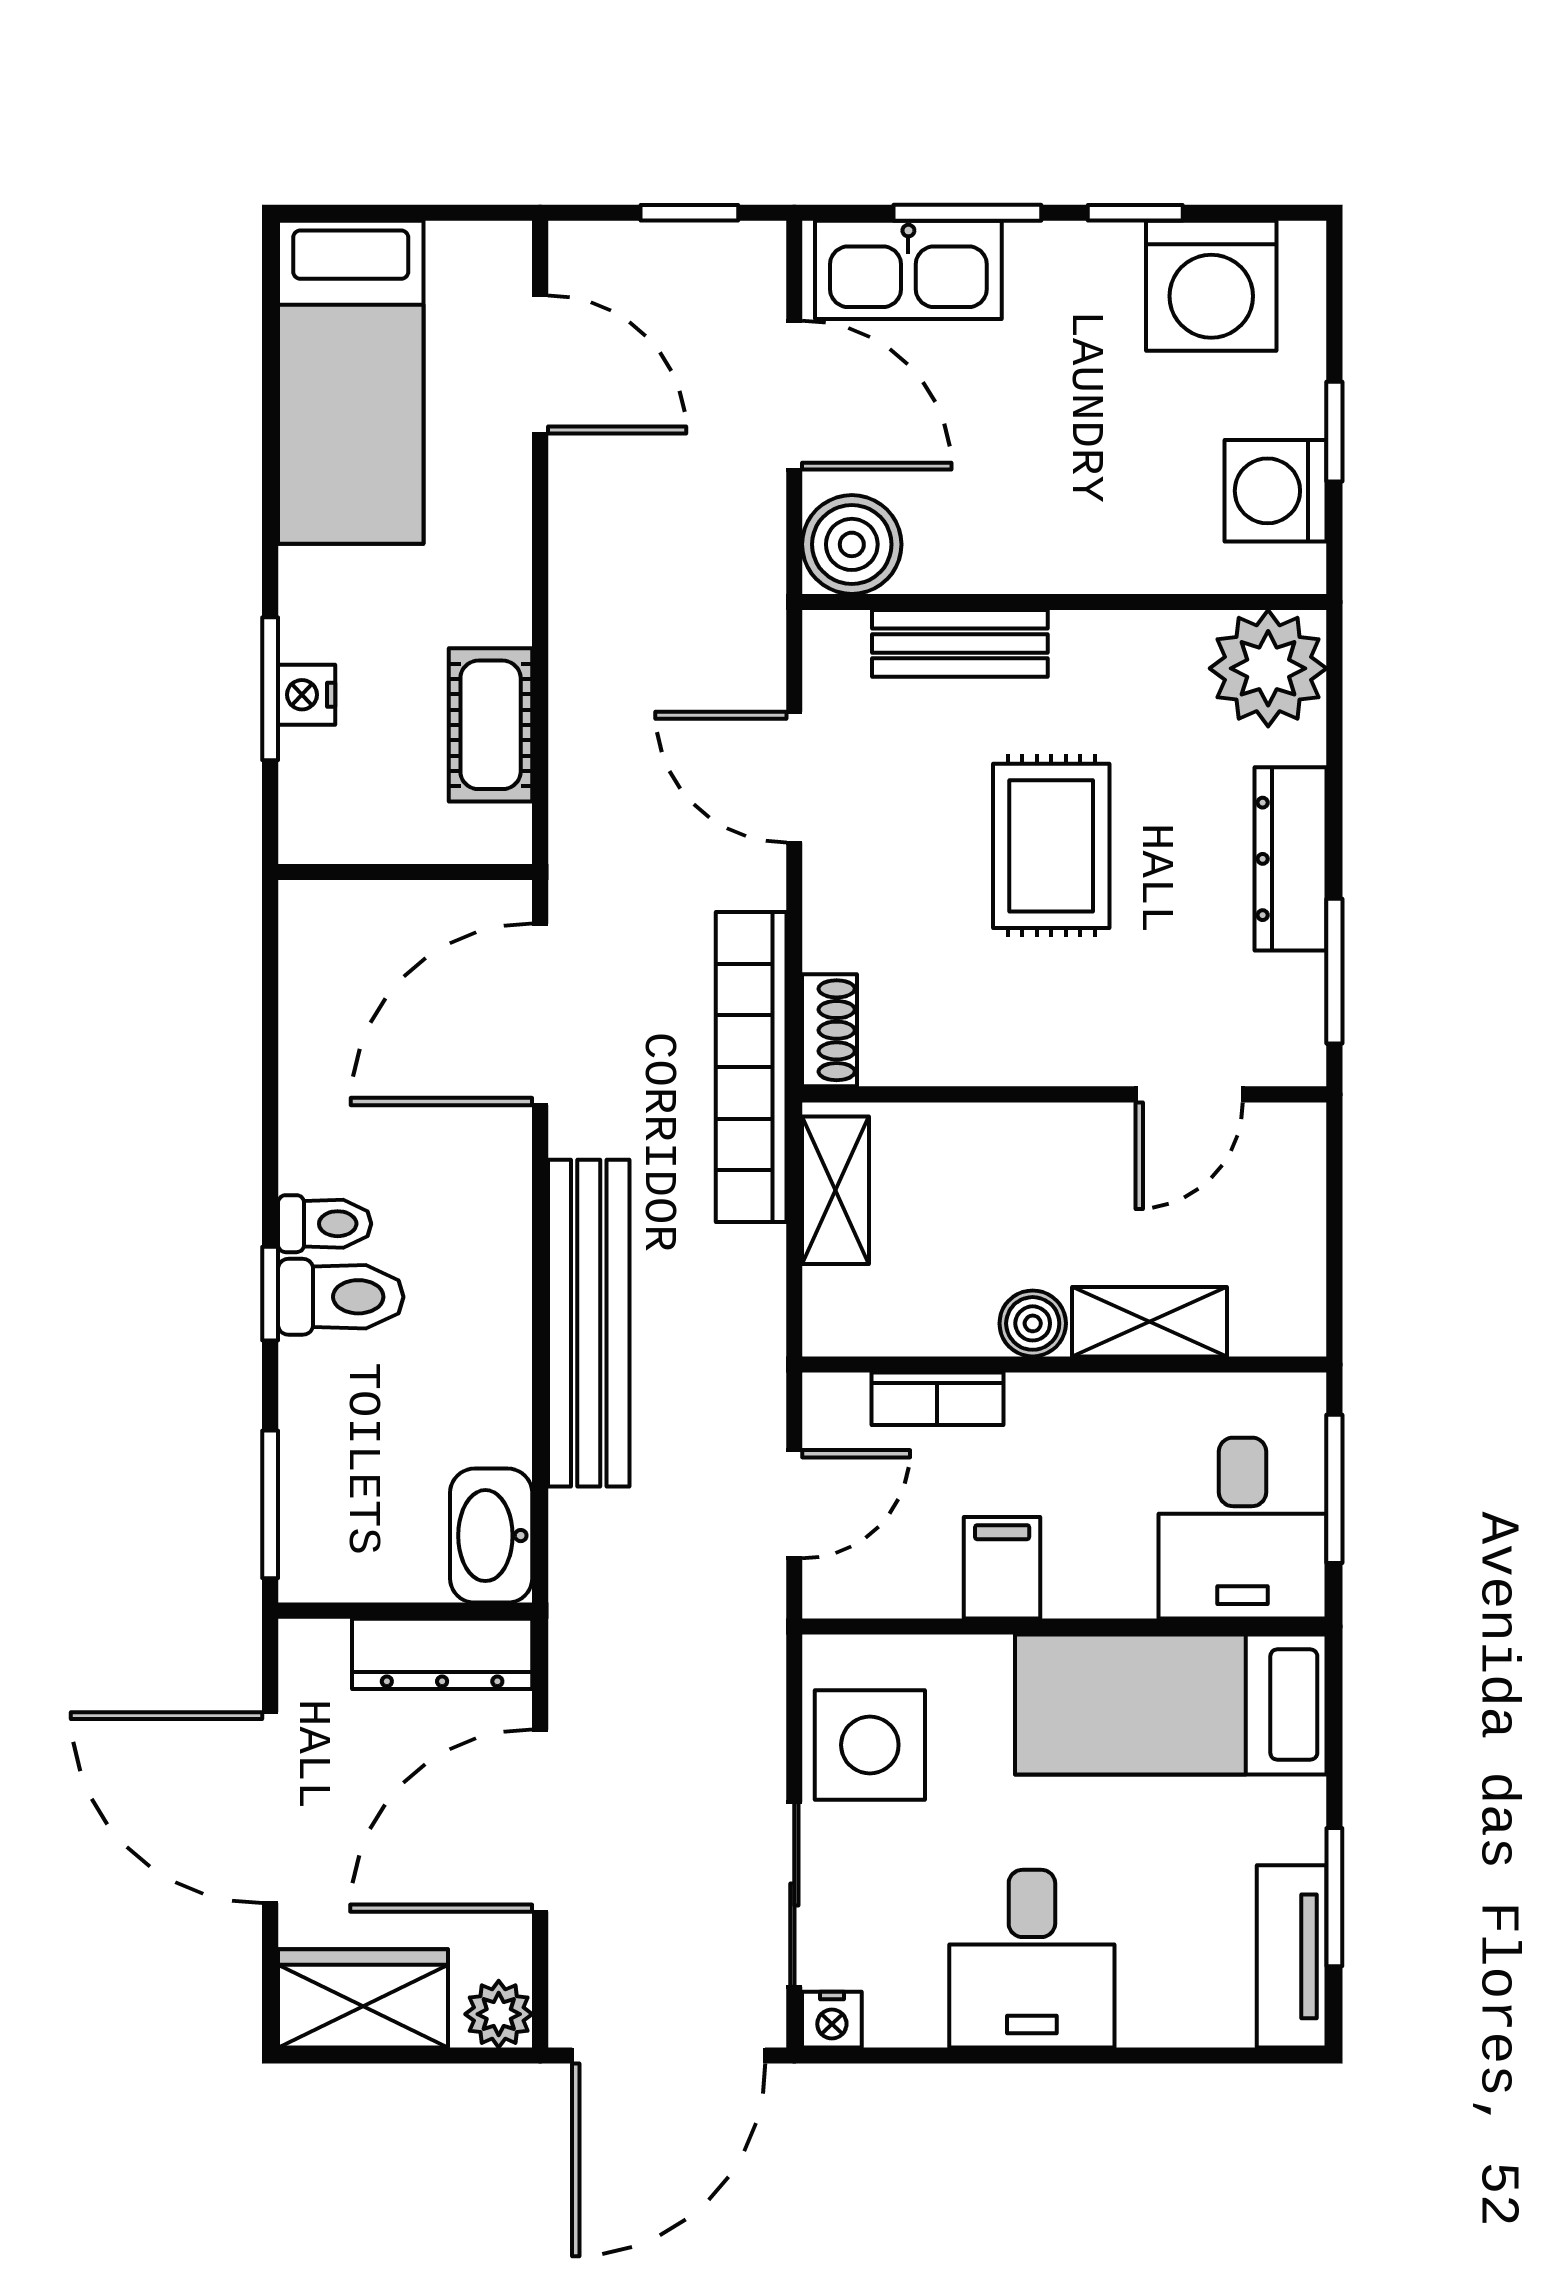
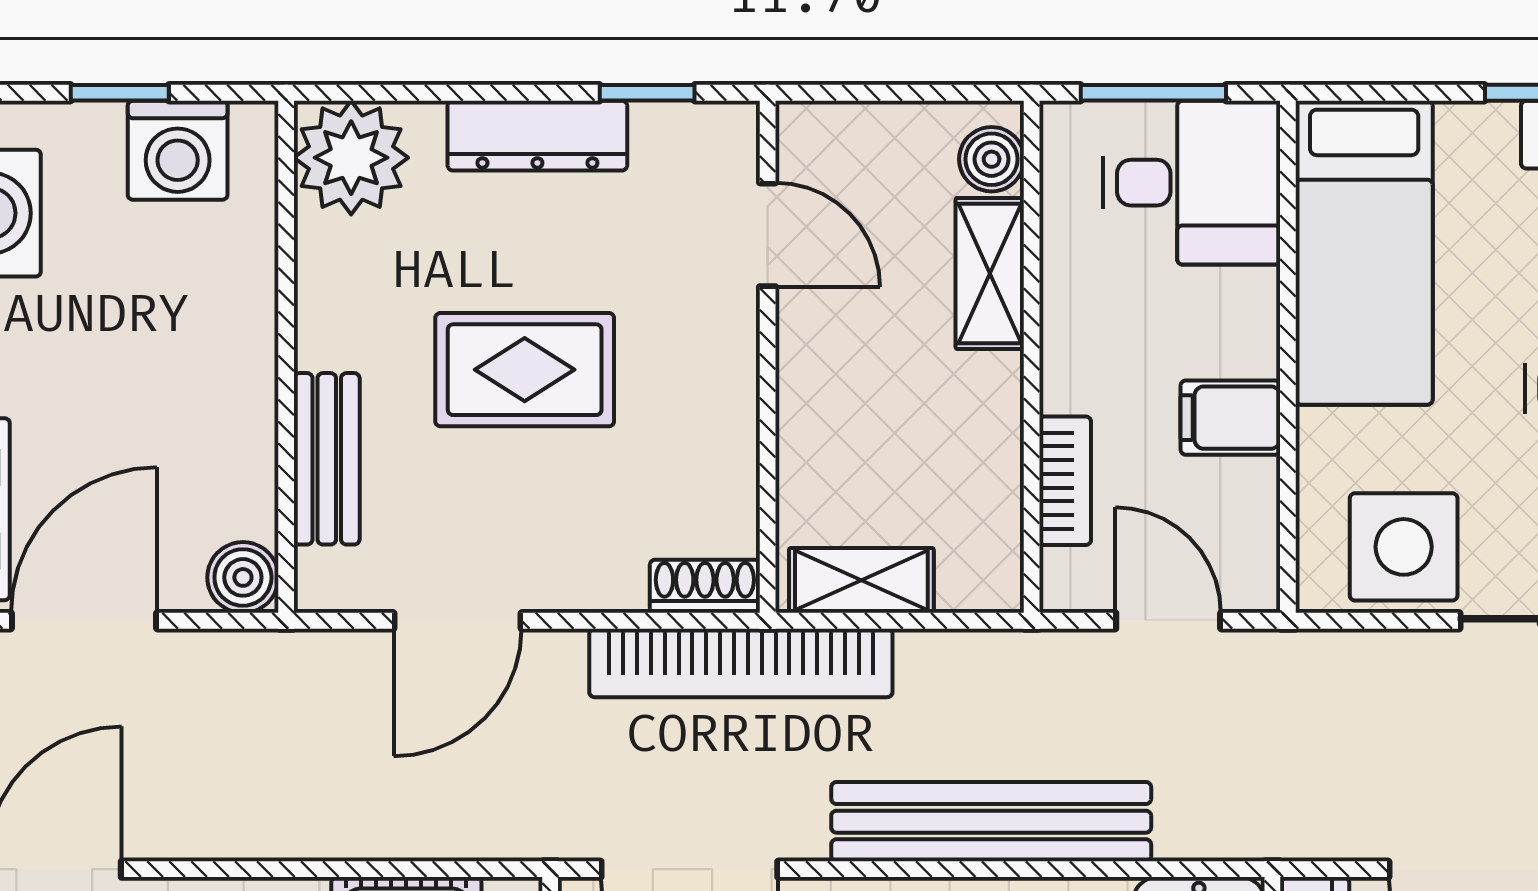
boiler: (852, 544) -> (243, 577), width x0.73, depth x0.73
window: (1334, 971) -> (647, 93), width x0.67
boiler: (1033, 1323) -> (992, 159), moved

